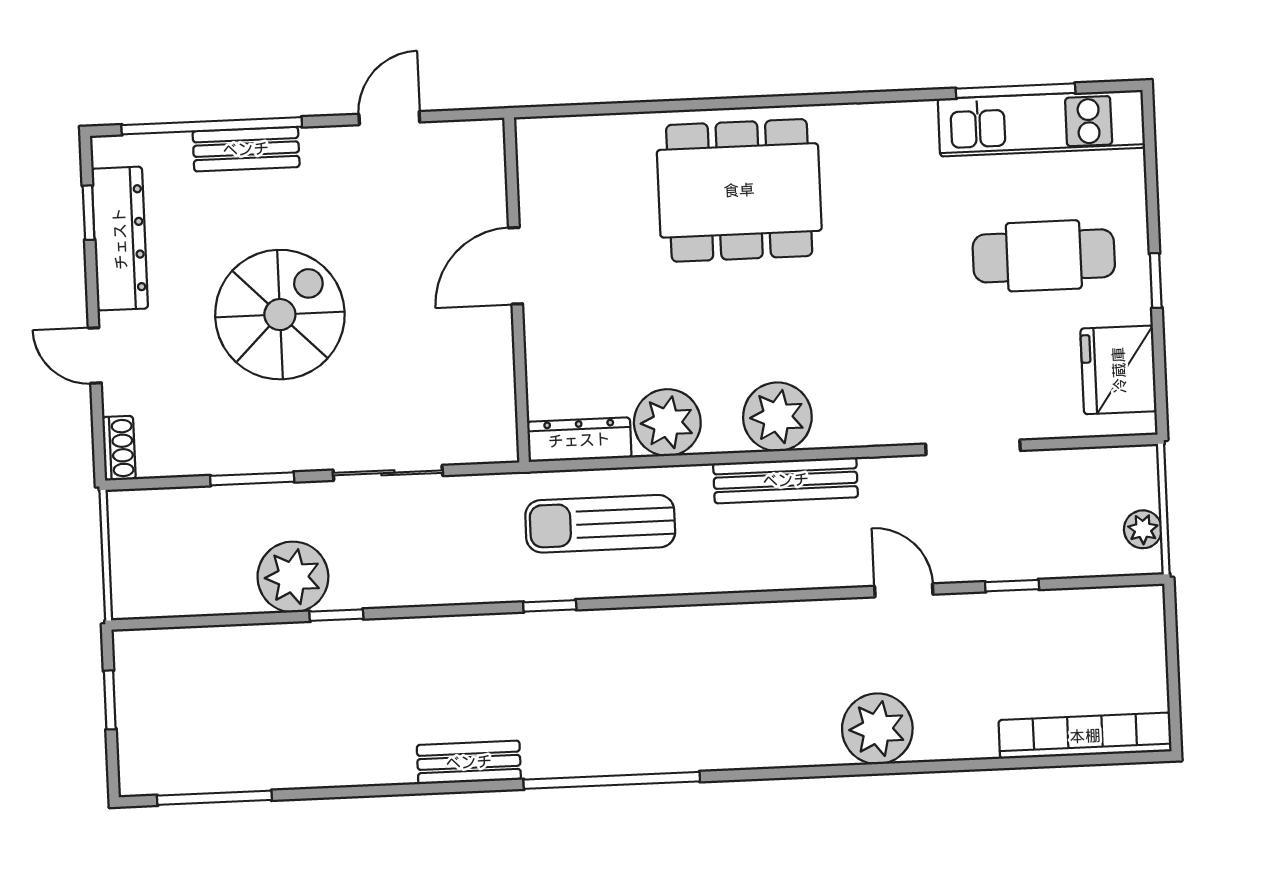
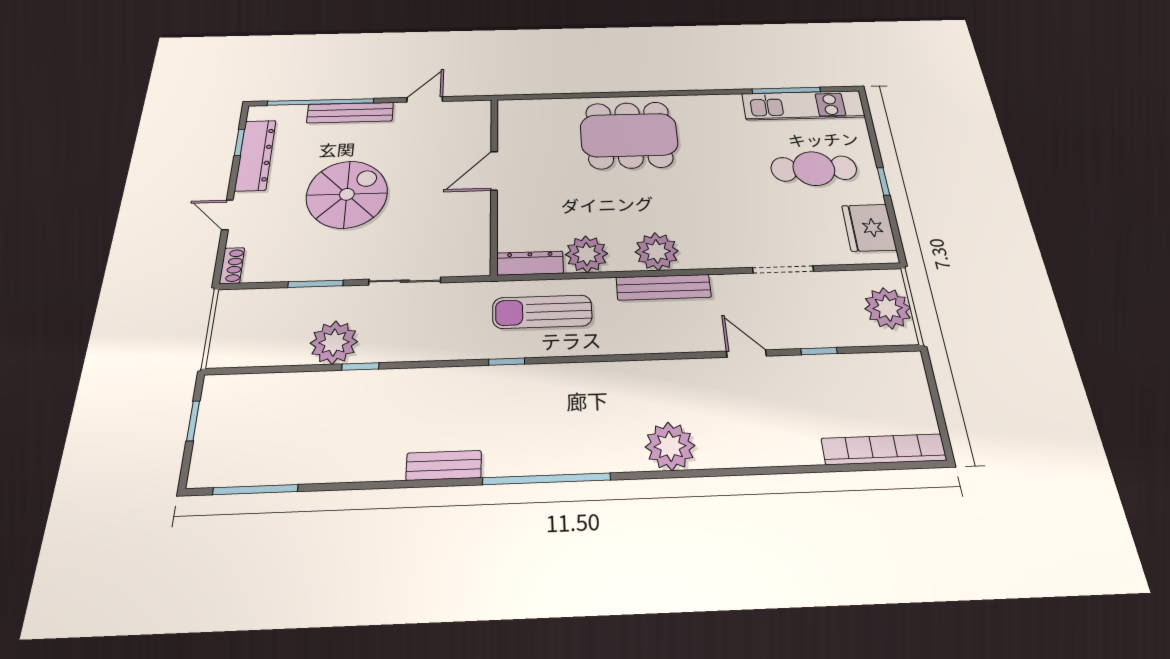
bench: (246, 149) -> (350, 113), width x1.36
plant: (1143, 529) -> (888, 308), width x1.88, depth x1.88
plant: (877, 729) -> (670, 446), moved

